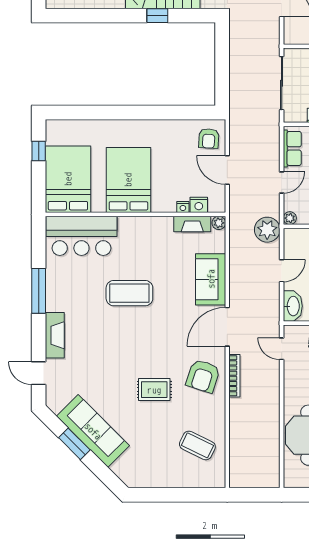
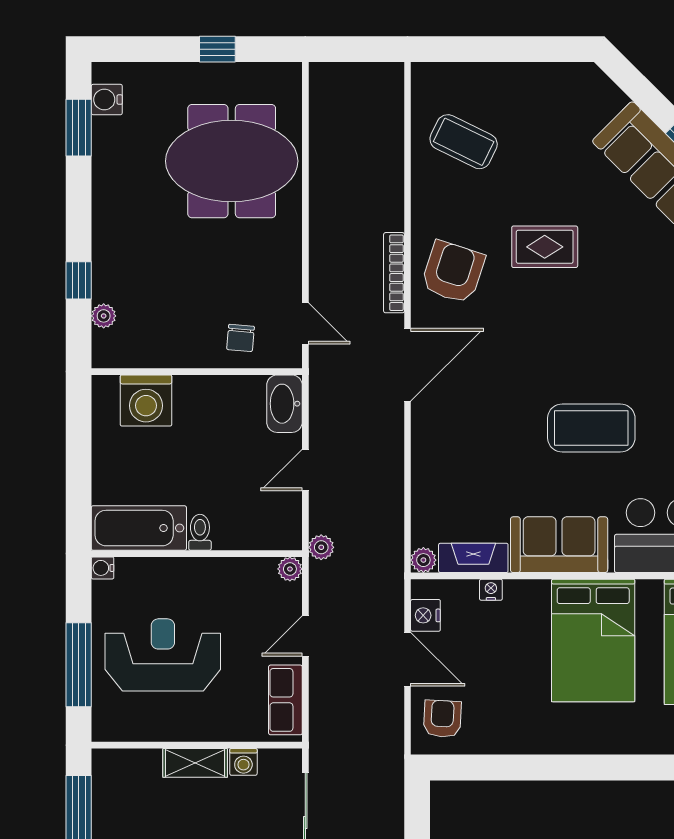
nightstand: (199, 205) -> (425, 615), moved, turned -90
plant: (267, 230) -> (321, 547), width x0.53, depth x0.53
sofa: (211, 279) -> (559, 545), moved, turned -90

